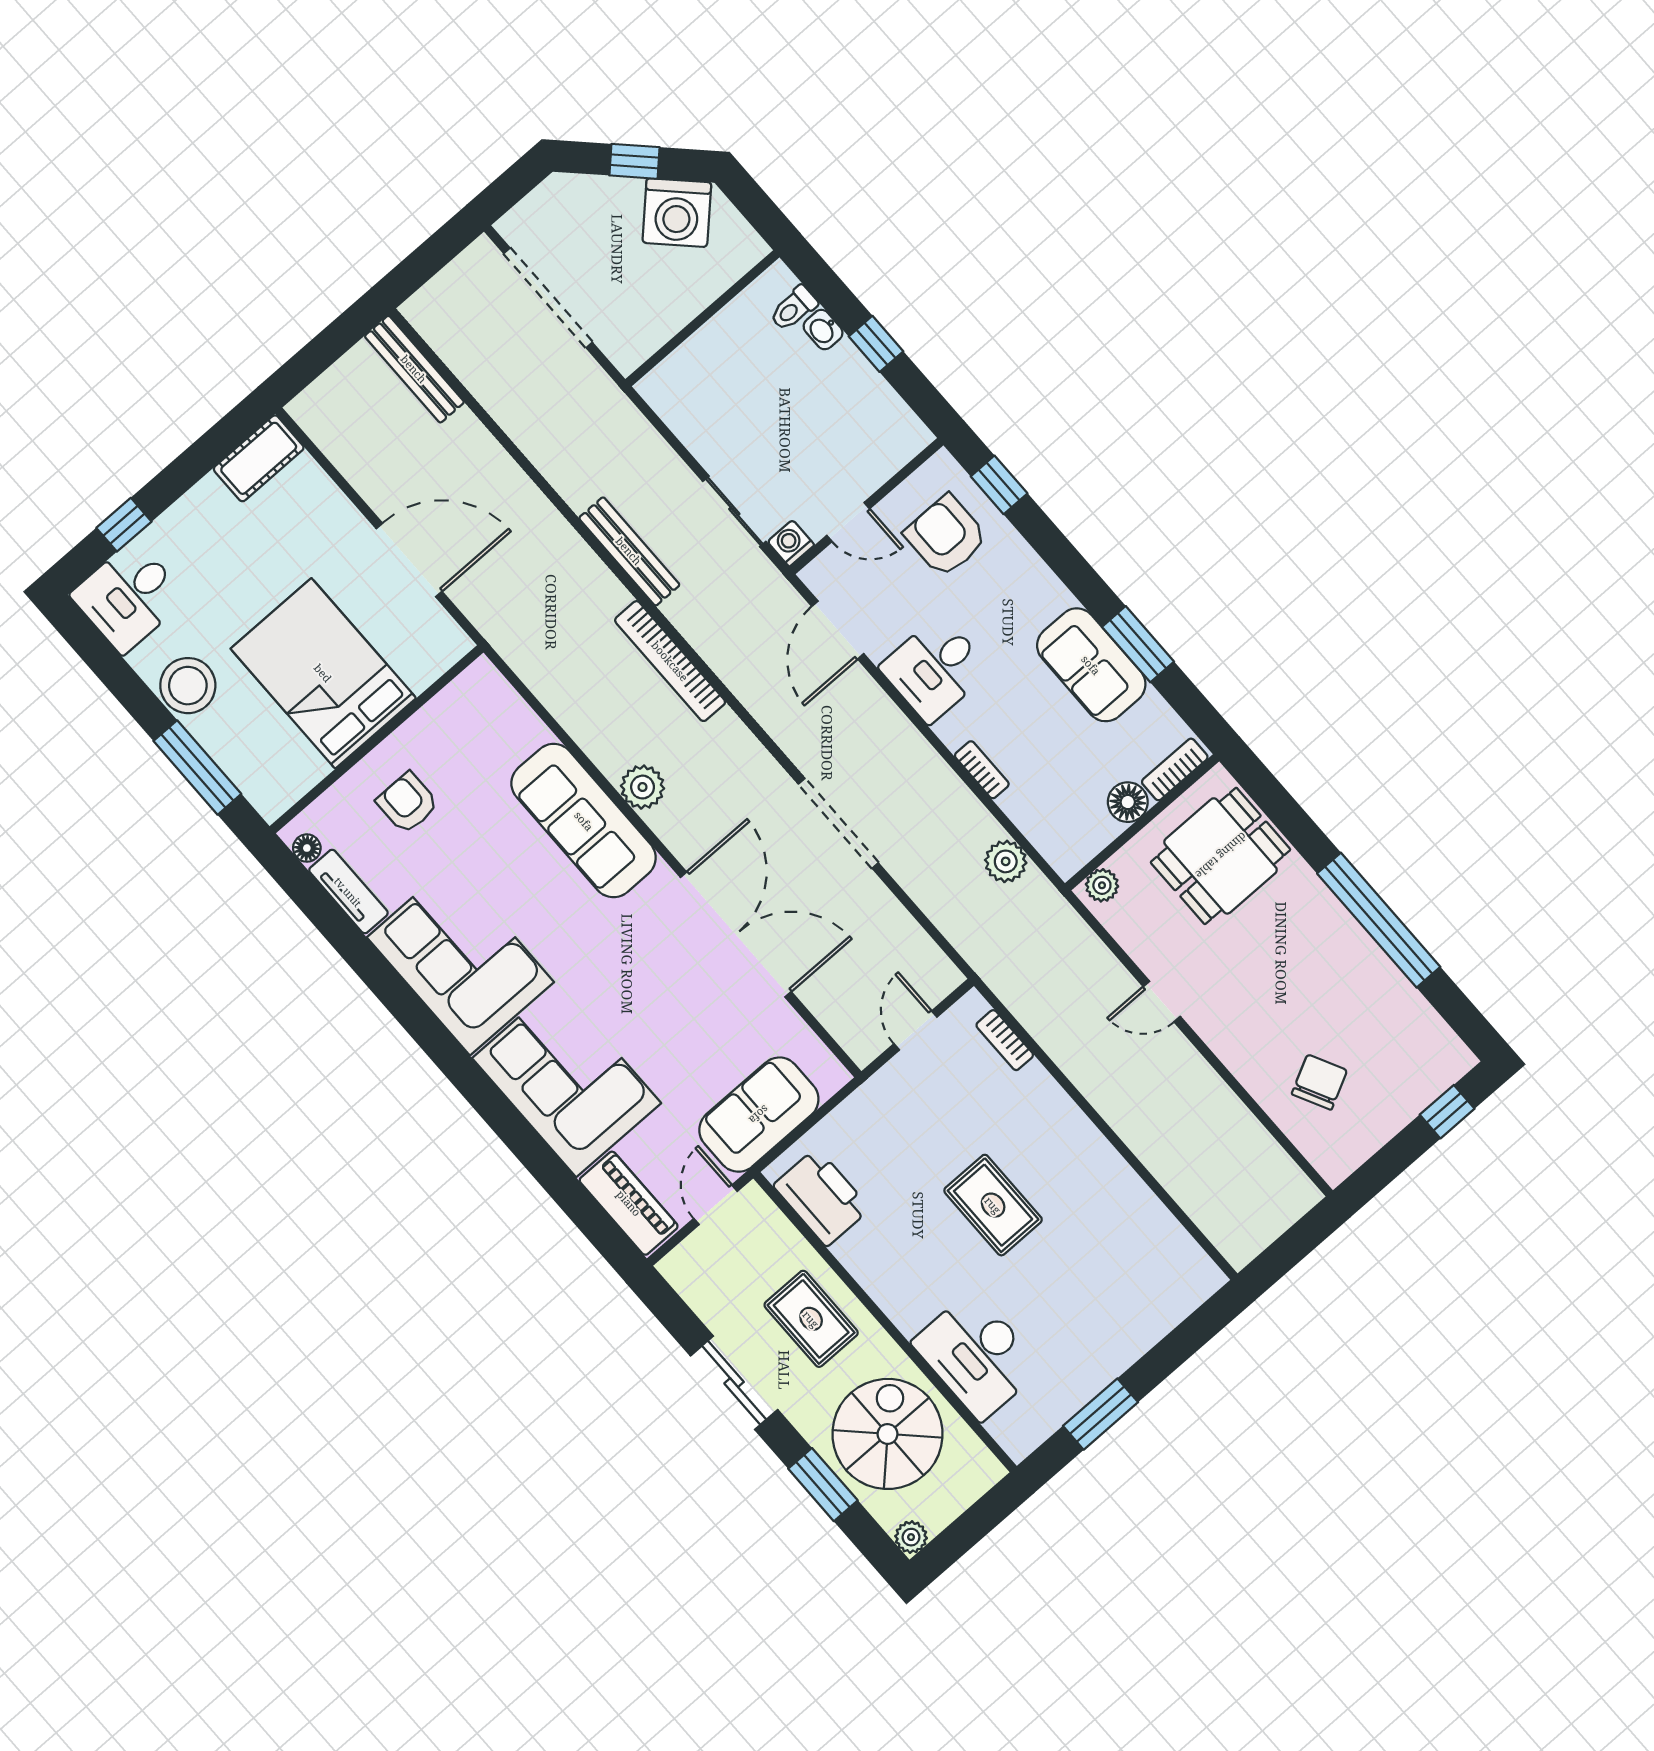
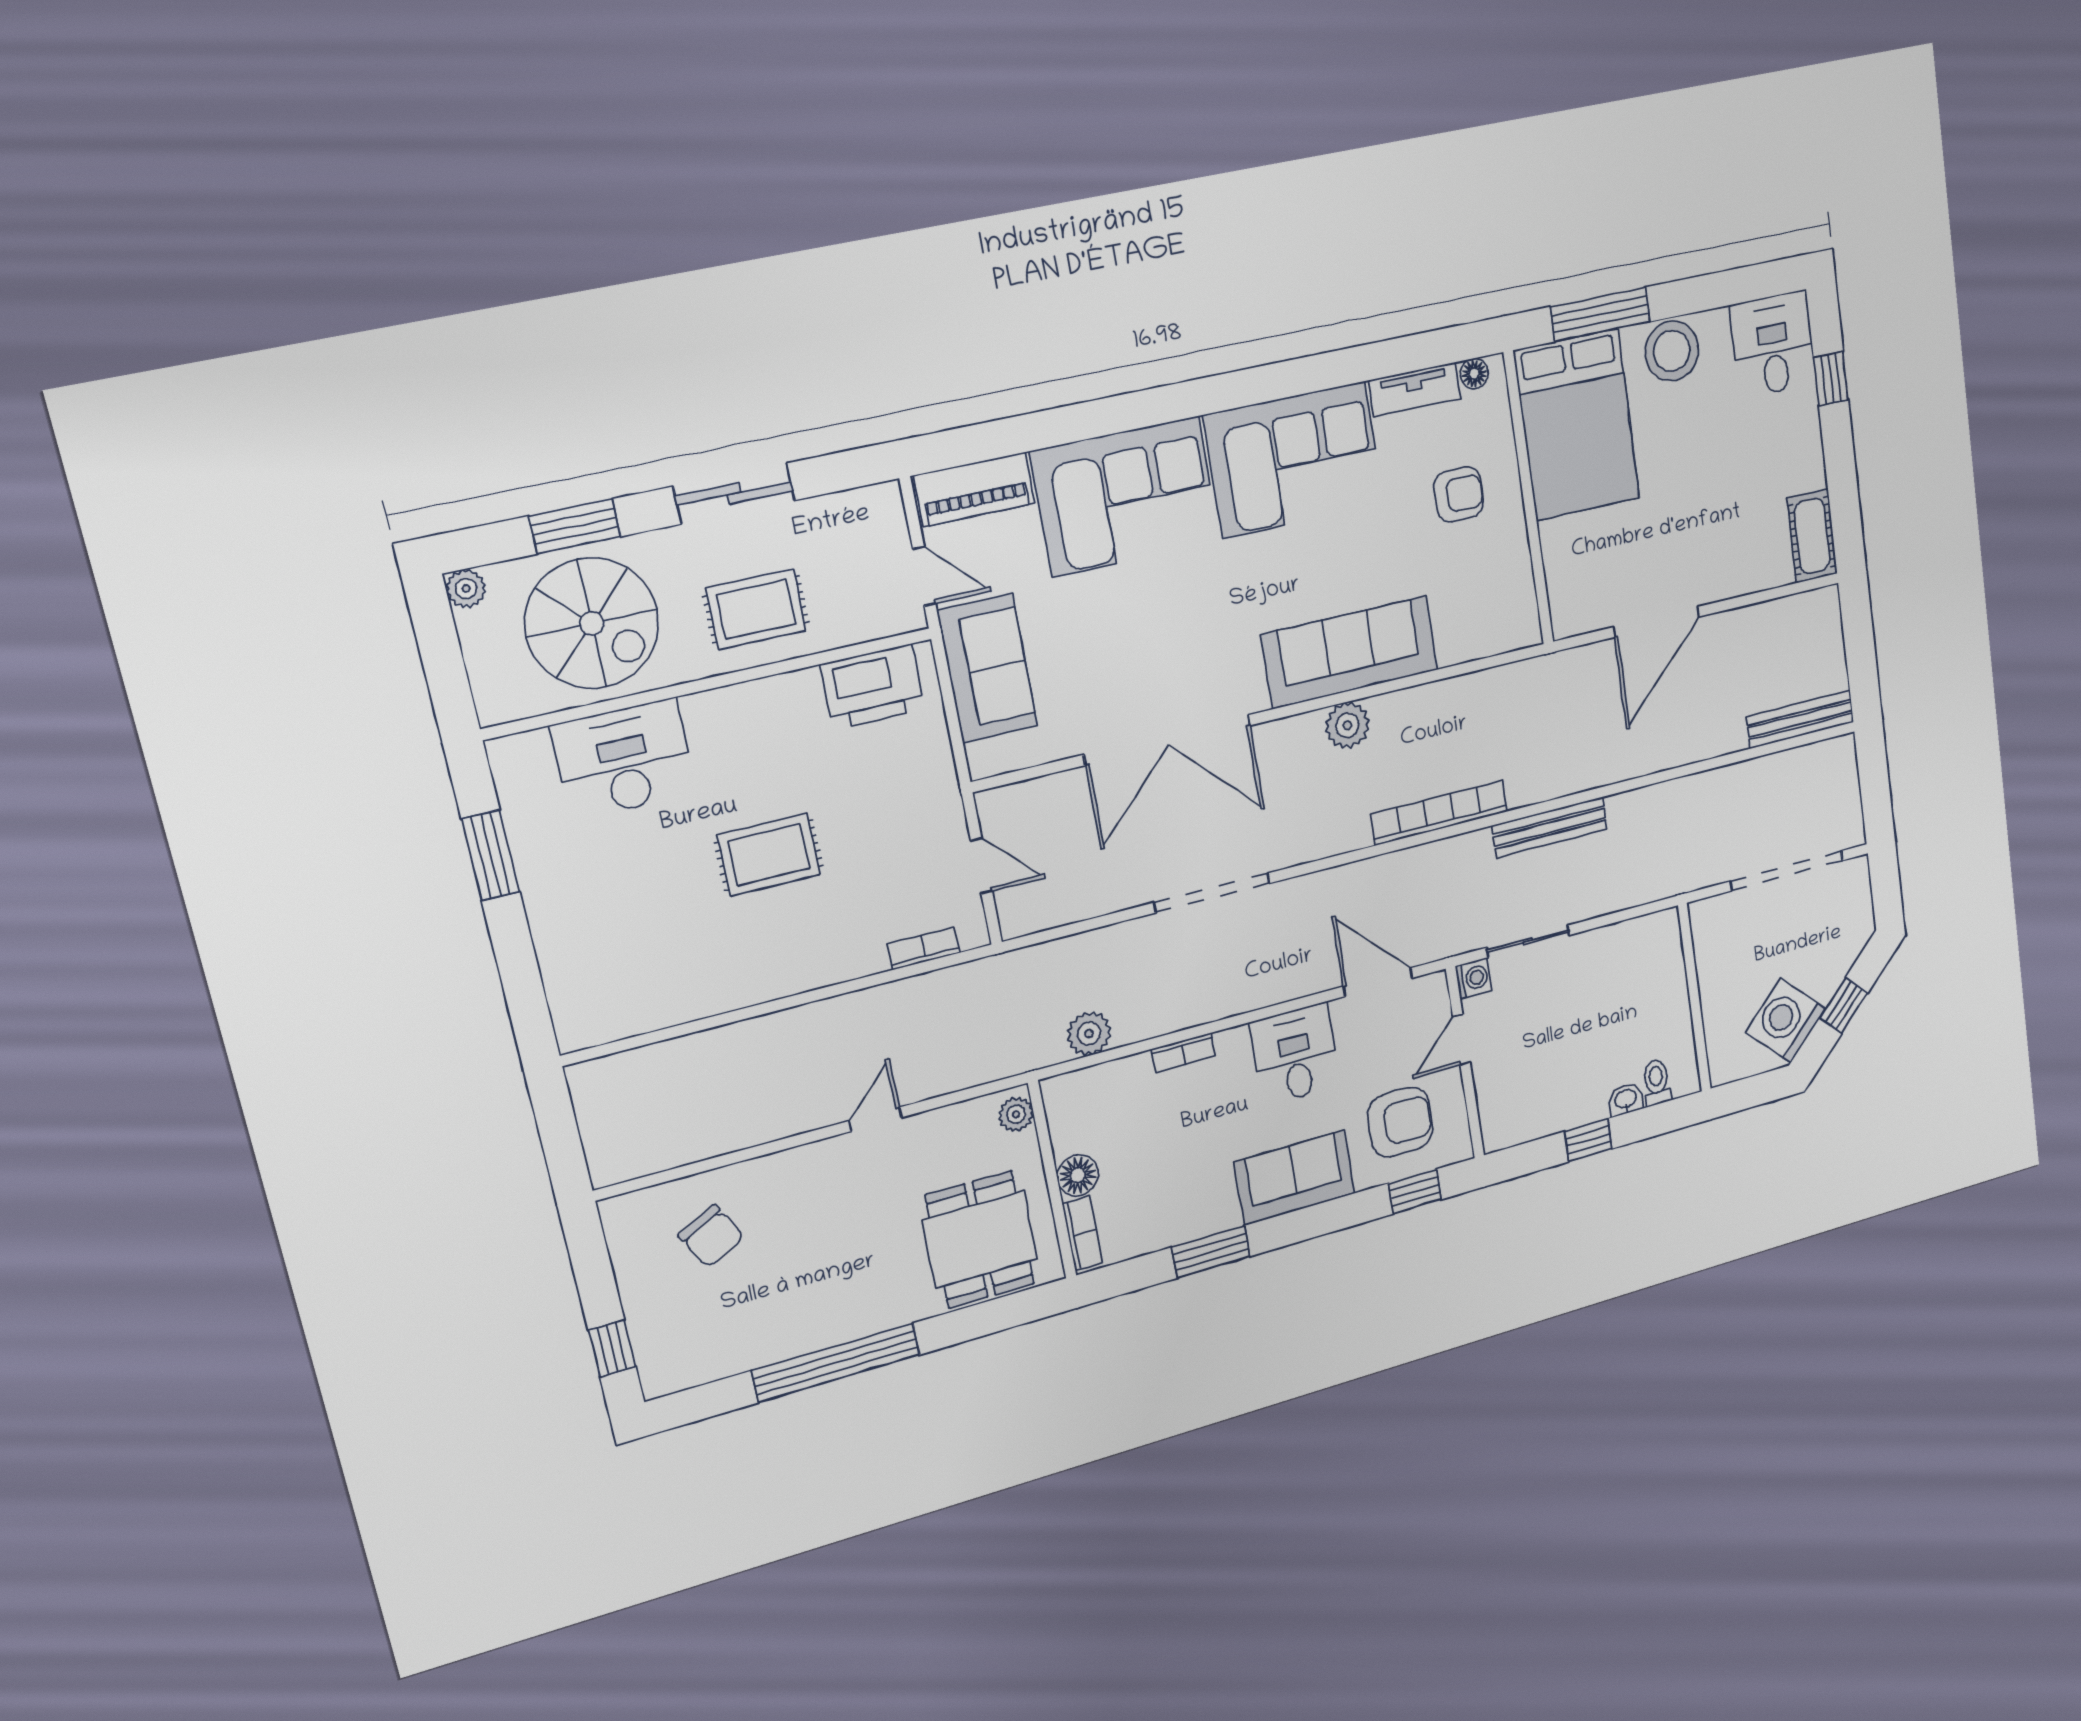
sofa: (1091, 665) -> (1295, 1178), moved
bed: (323, 673) -> (1577, 425), moved, turned 90

